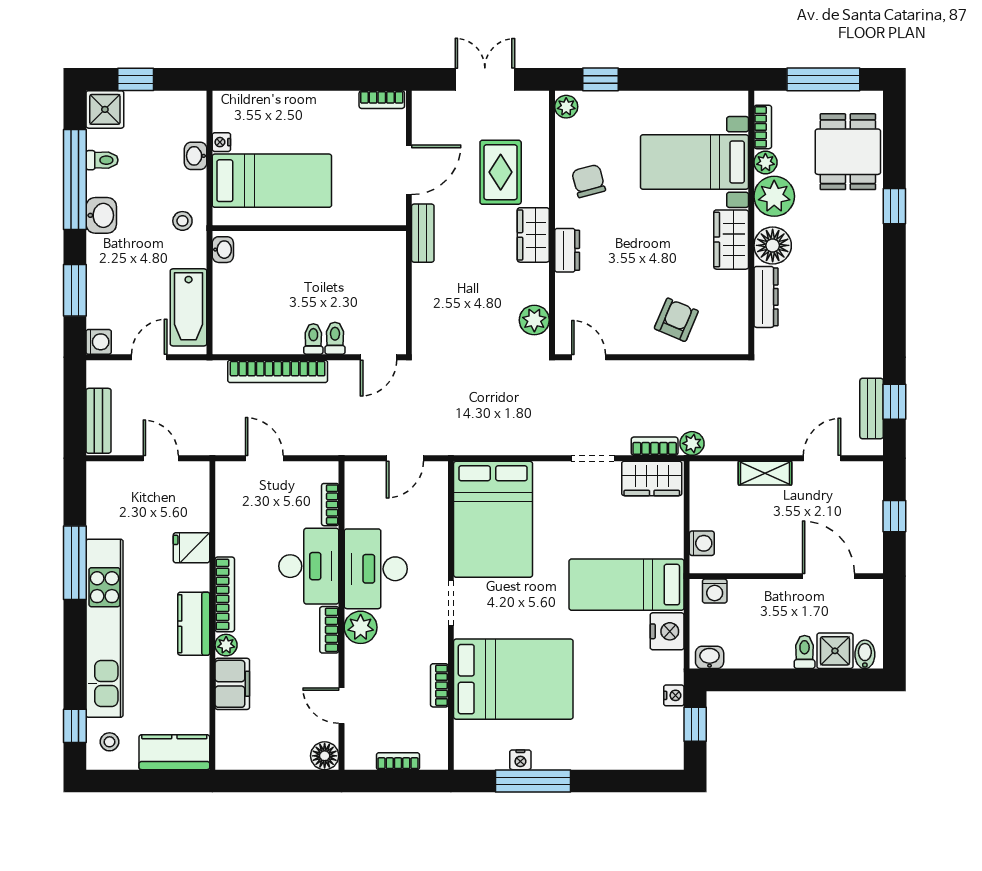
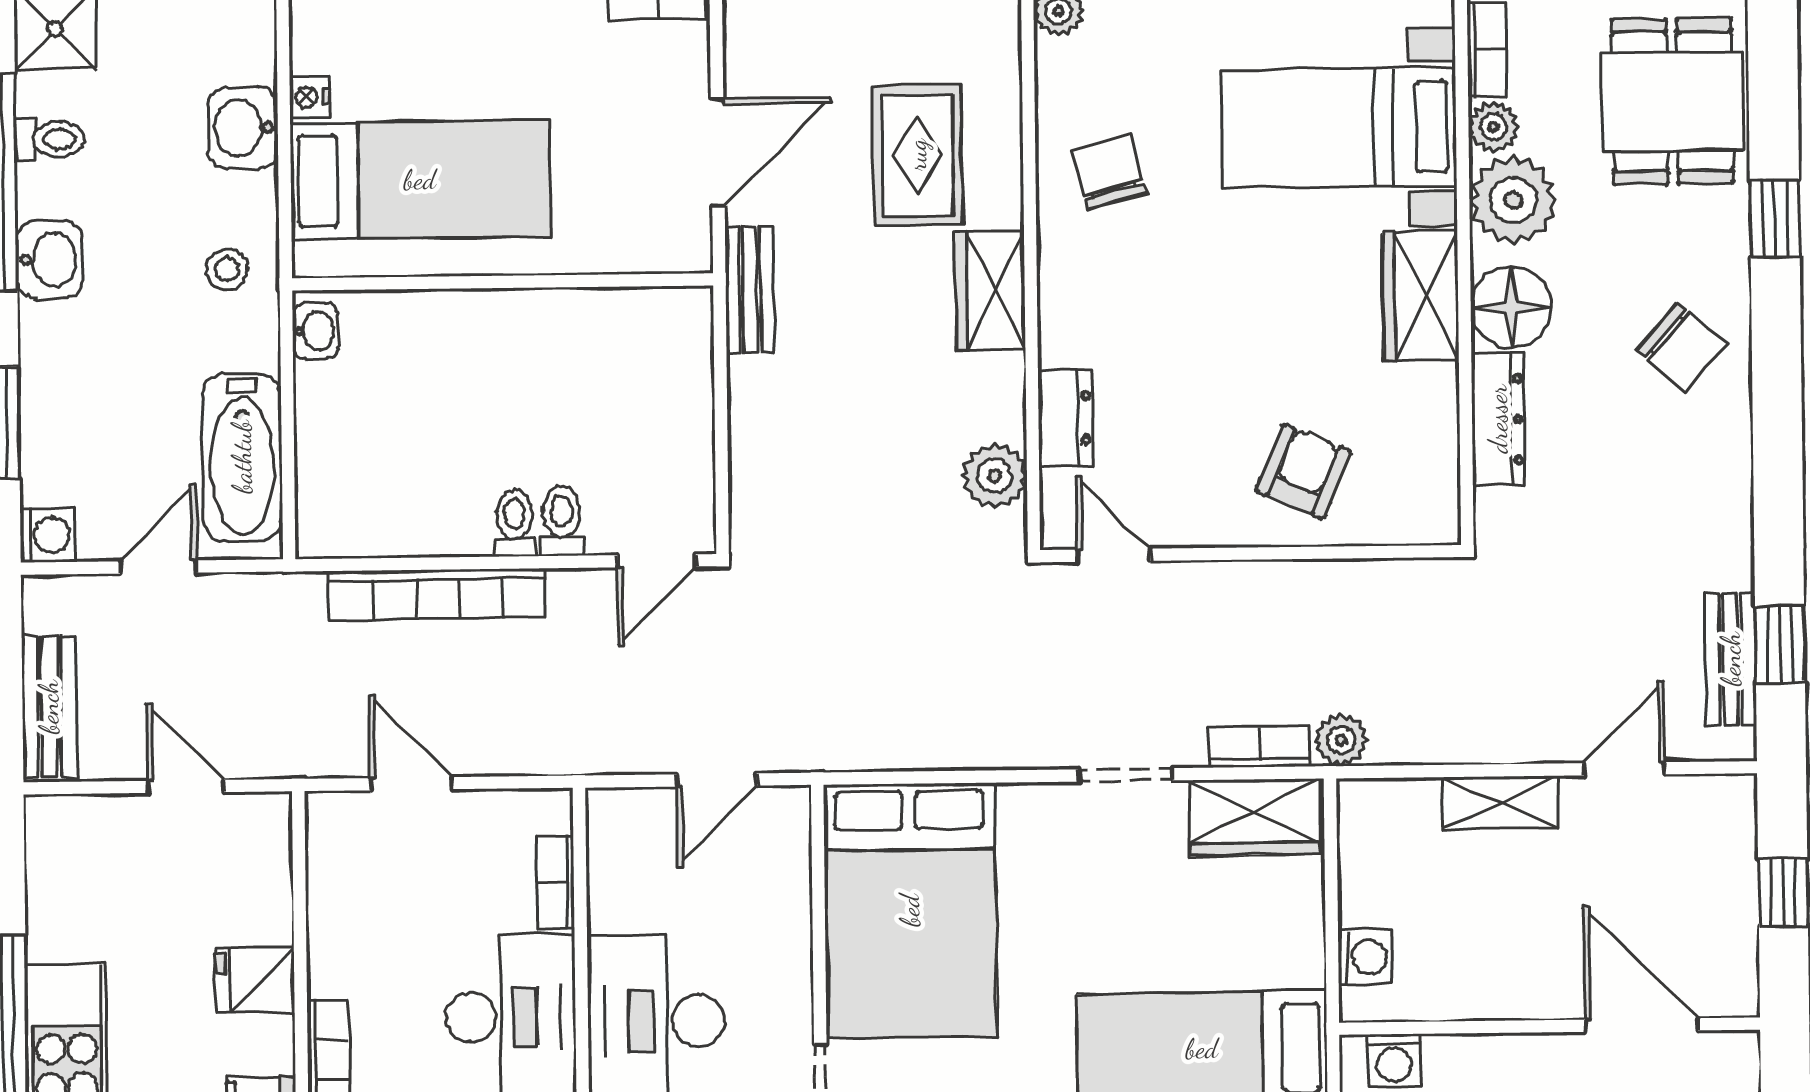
washbasin: (196, 156) -> (243, 128), width x1.38, depth x1.45
dresser: (567, 250) -> (1065, 418), moved
chair: (851, 265) -> (1681, 348), added

